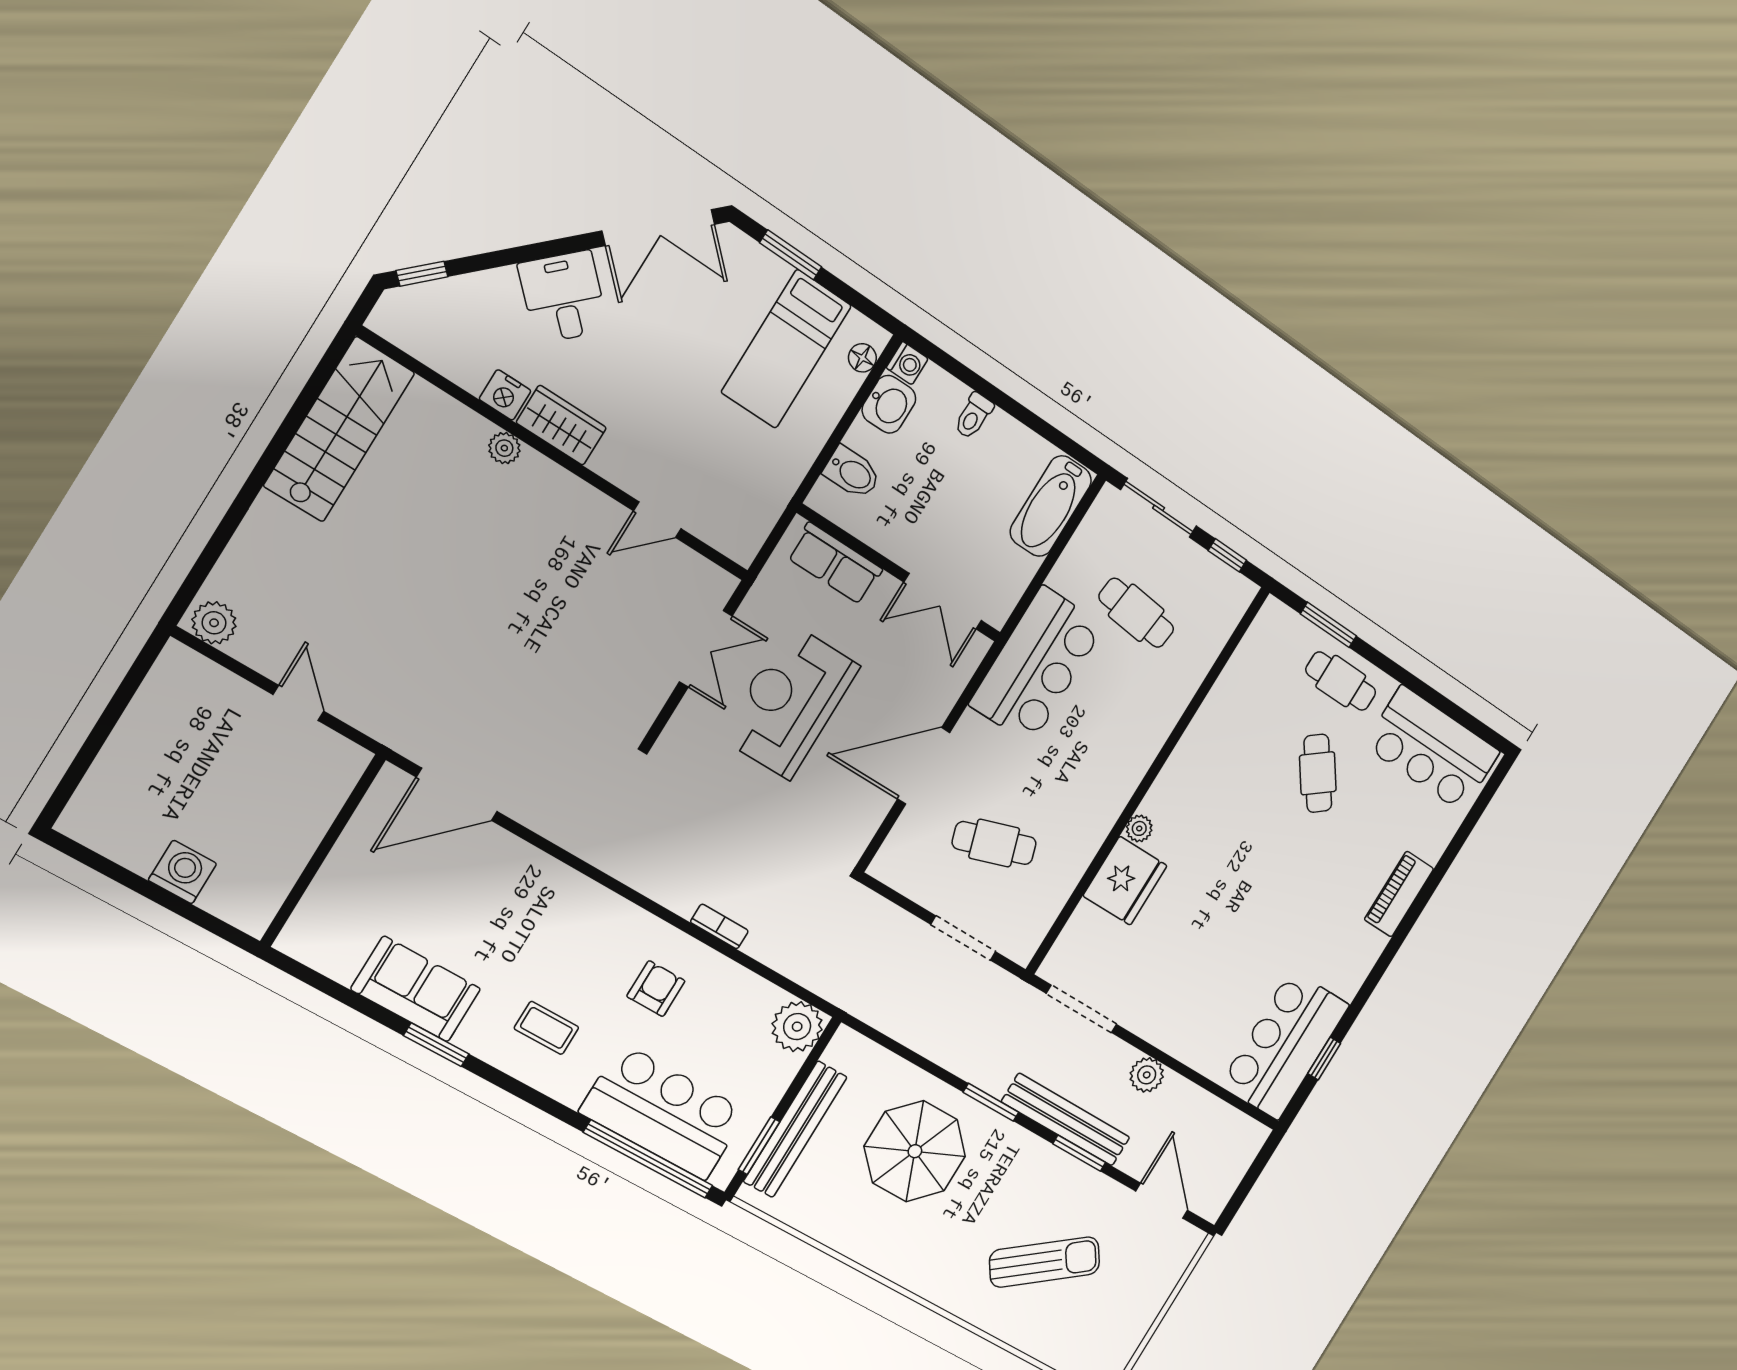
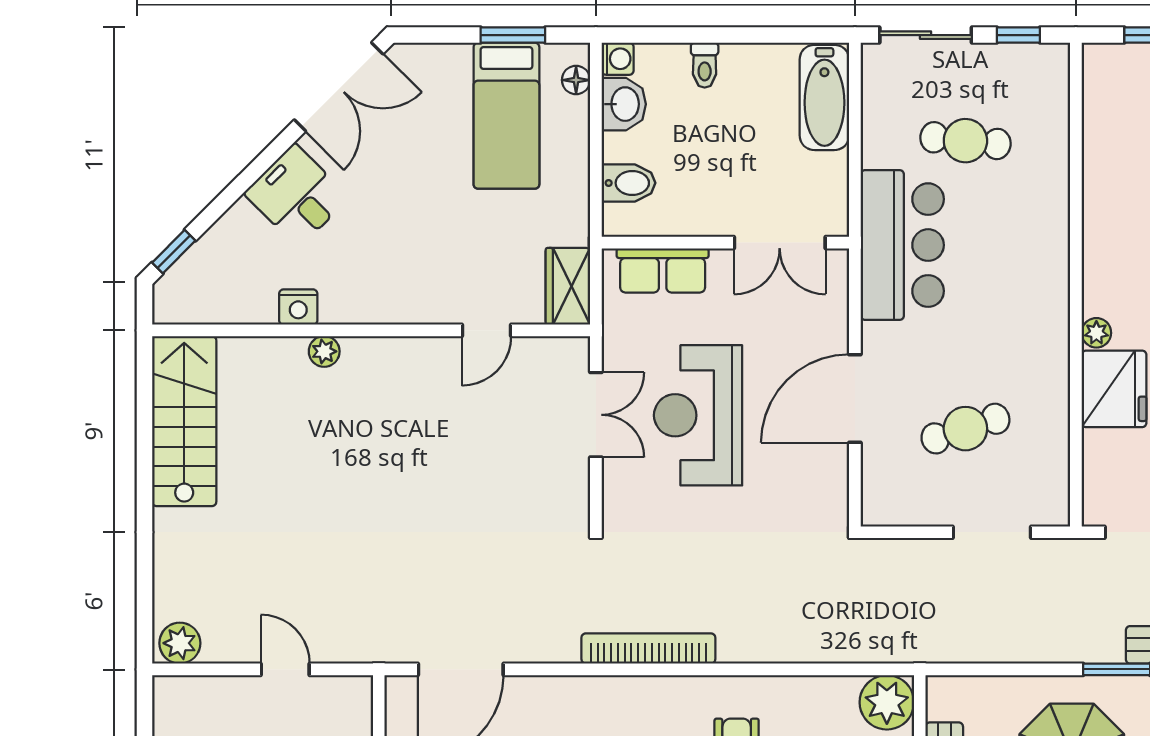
window: (791, 255) -> (513, 35), moved
wardrobe: (561, 425) -> (568, 286), moved, turned -90
bookcase: (719, 926) -> (648, 648), moved, width x2.31, depth x1.31

